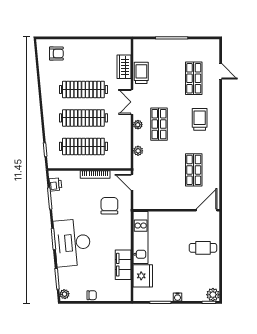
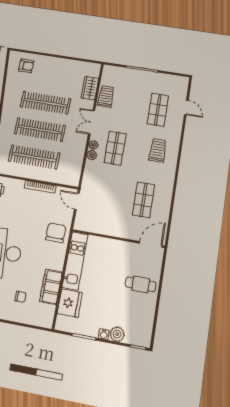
plant: (138, 151) -> (92, 155), moved
chair: (109, 206) -> (56, 233), moved
chair: (92, 295) -> (20, 297), moved
plant: (213, 295) -> (117, 334), moved

